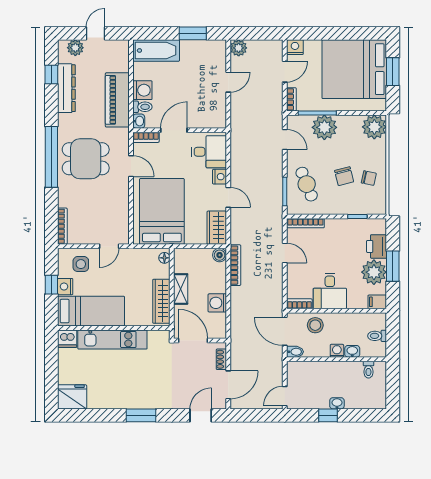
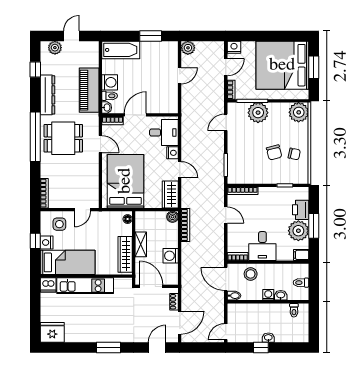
dresser: (66, 88) -> (48, 95), moved
door: (285, 139) -> (226, 122), swing flipped
cafe table: (307, 184) -> (244, 159), removed

